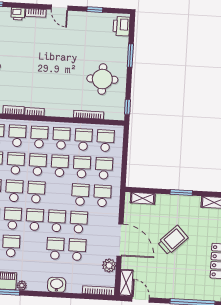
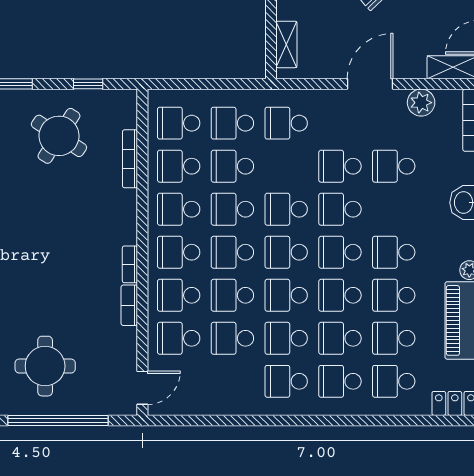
round table: (102, 79) -> (59, 136), turned 33
window: (127, 107) -> (88, 84), moved
school desk: (80, 195) -> (286, 209), moved
door: (120, 240) -> (370, 84), width x0.73
school desk: (55, 248) -> (394, 252), moved

